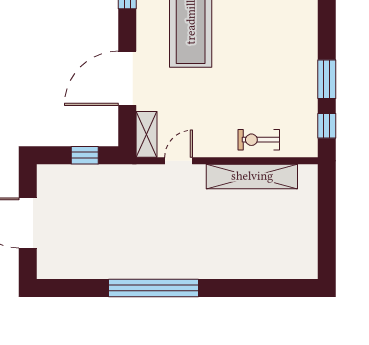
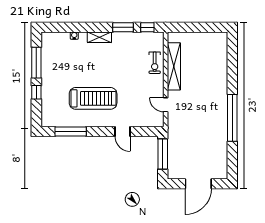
door: (127, 78) -> (123, 132), width x0.53
shelving: (147, 134) -> (99, 37), moved
window: (85, 155) -> (163, 154), width x2.17

